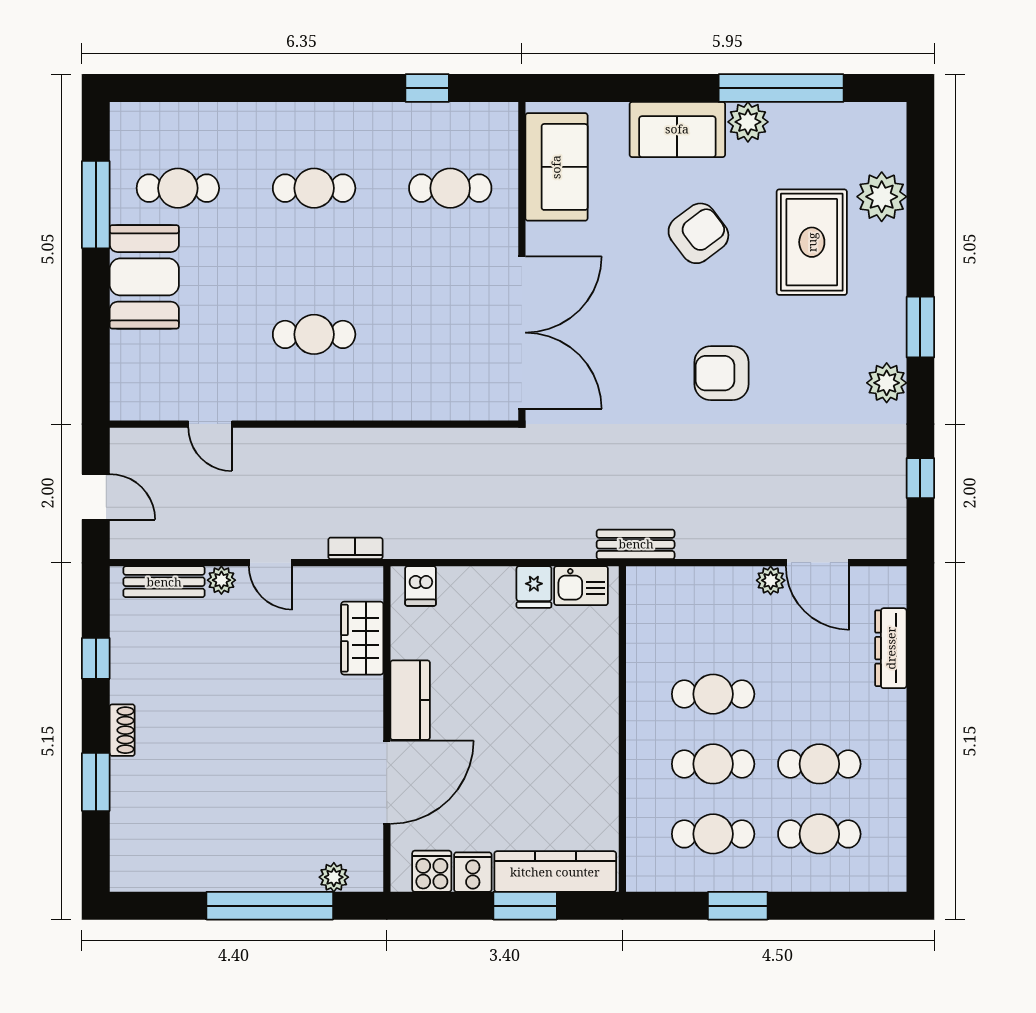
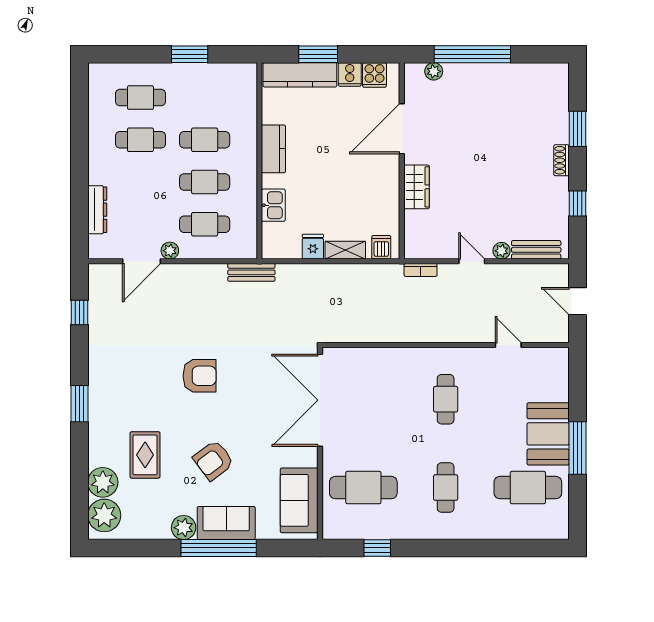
window: (781, 88) -> (219, 548), moved
cafe table: (178, 188) -> (528, 488), width x1.37, depth x1.35
cafe table: (314, 188) -> (446, 488), turned 90
cafe table: (450, 188) -> (363, 488), width x1.37, depth x1.35
window: (96, 205) -> (577, 448), moved
rug: (812, 242) -> (145, 455), width x0.73, depth x0.70
cafe table: (314, 334) -> (446, 399), turned 90
plant: (887, 383) -> (104, 515), moved, width x1.36, depth x1.36
door: (818, 563) -> (142, 261), swing flipped
shelving: (480, 581) -> (345, 250), added
kitchen sink: (581, 586) -> (273, 205), moved, turned 90
wardrobe: (362, 638) -> (417, 187), moved
kitchen counter: (410, 700) -> (273, 149), moved, turned 180
cafe table: (713, 834) -> (205, 224), moved

